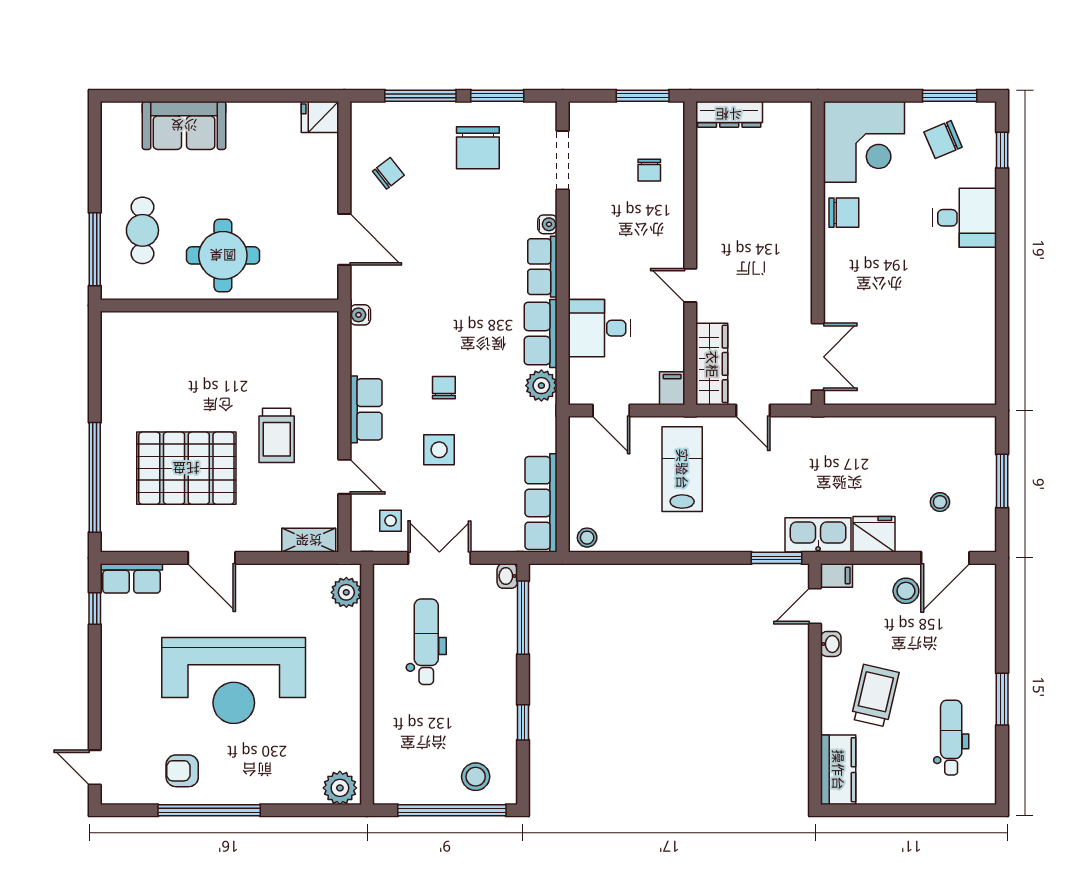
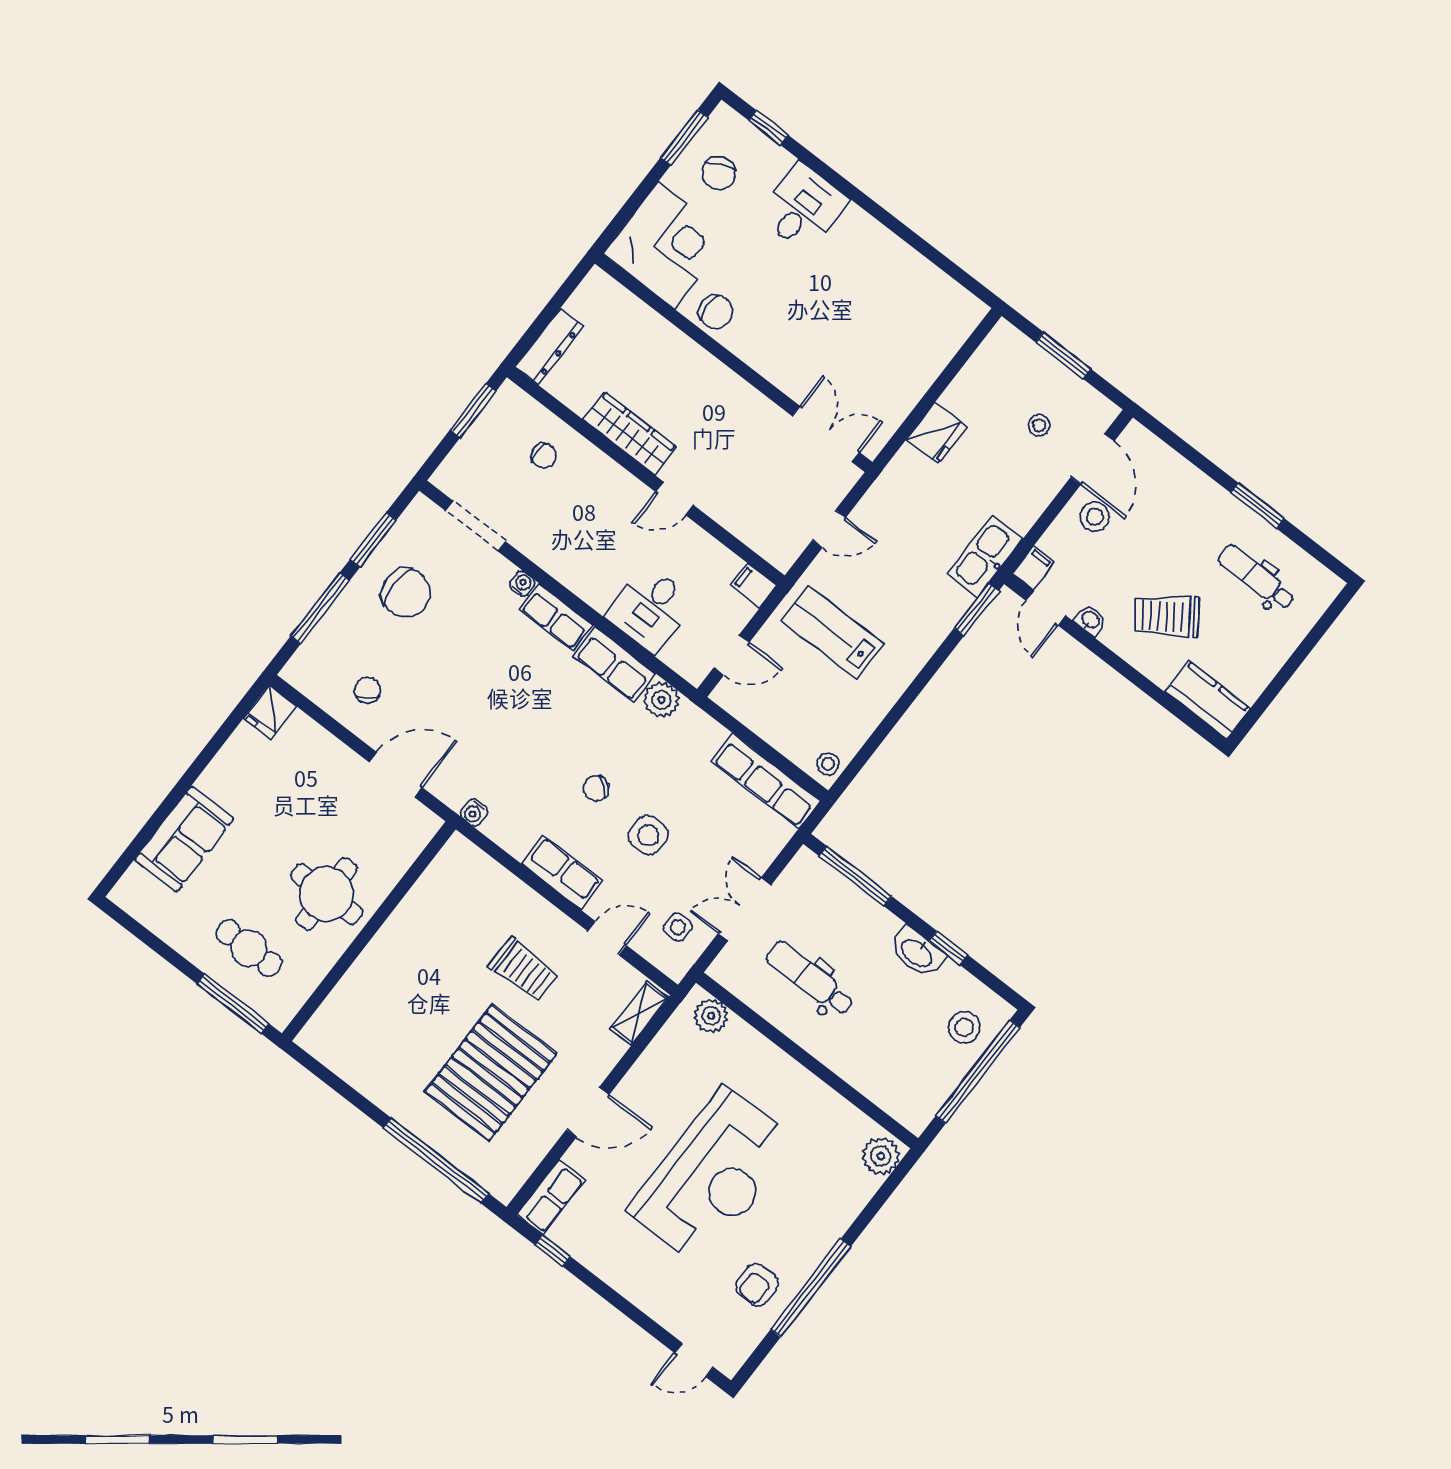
chair: (844, 213) -> (716, 312), turned 90
wardrobe: (712, 364) -> (630, 433), moved
chair: (444, 388) -> (596, 788), turned -48
fridge: (874, 534) -> (936, 433), moved, turned 180
washbasin: (507, 576) -> (917, 952), moved, width x1.91, depth x1.45
trolley: (875, 696) -> (1167, 616), turned -48

